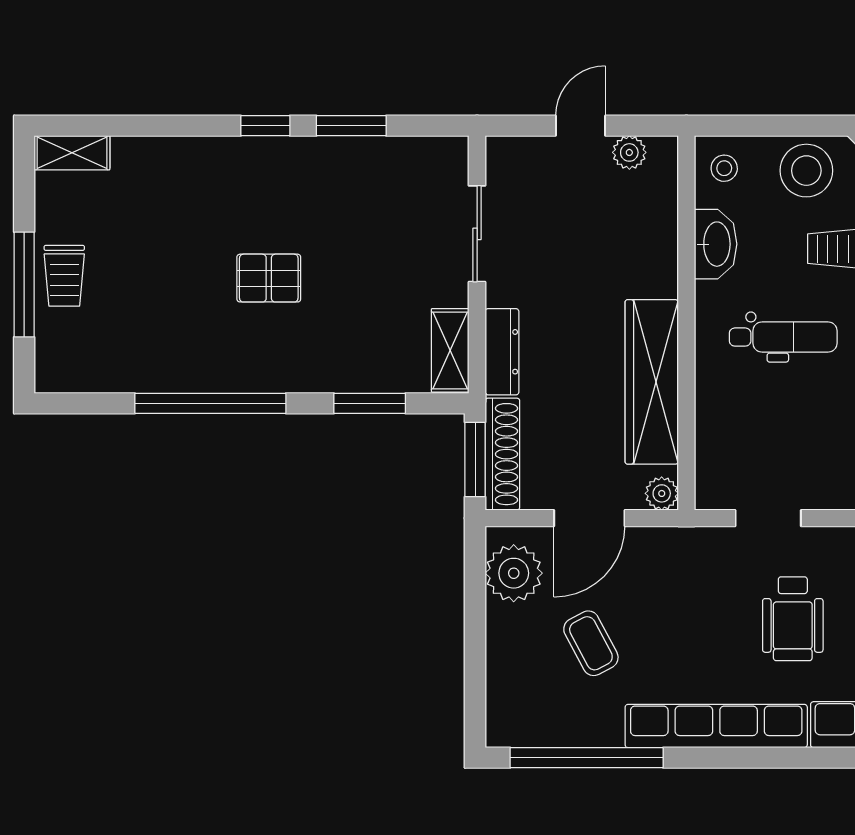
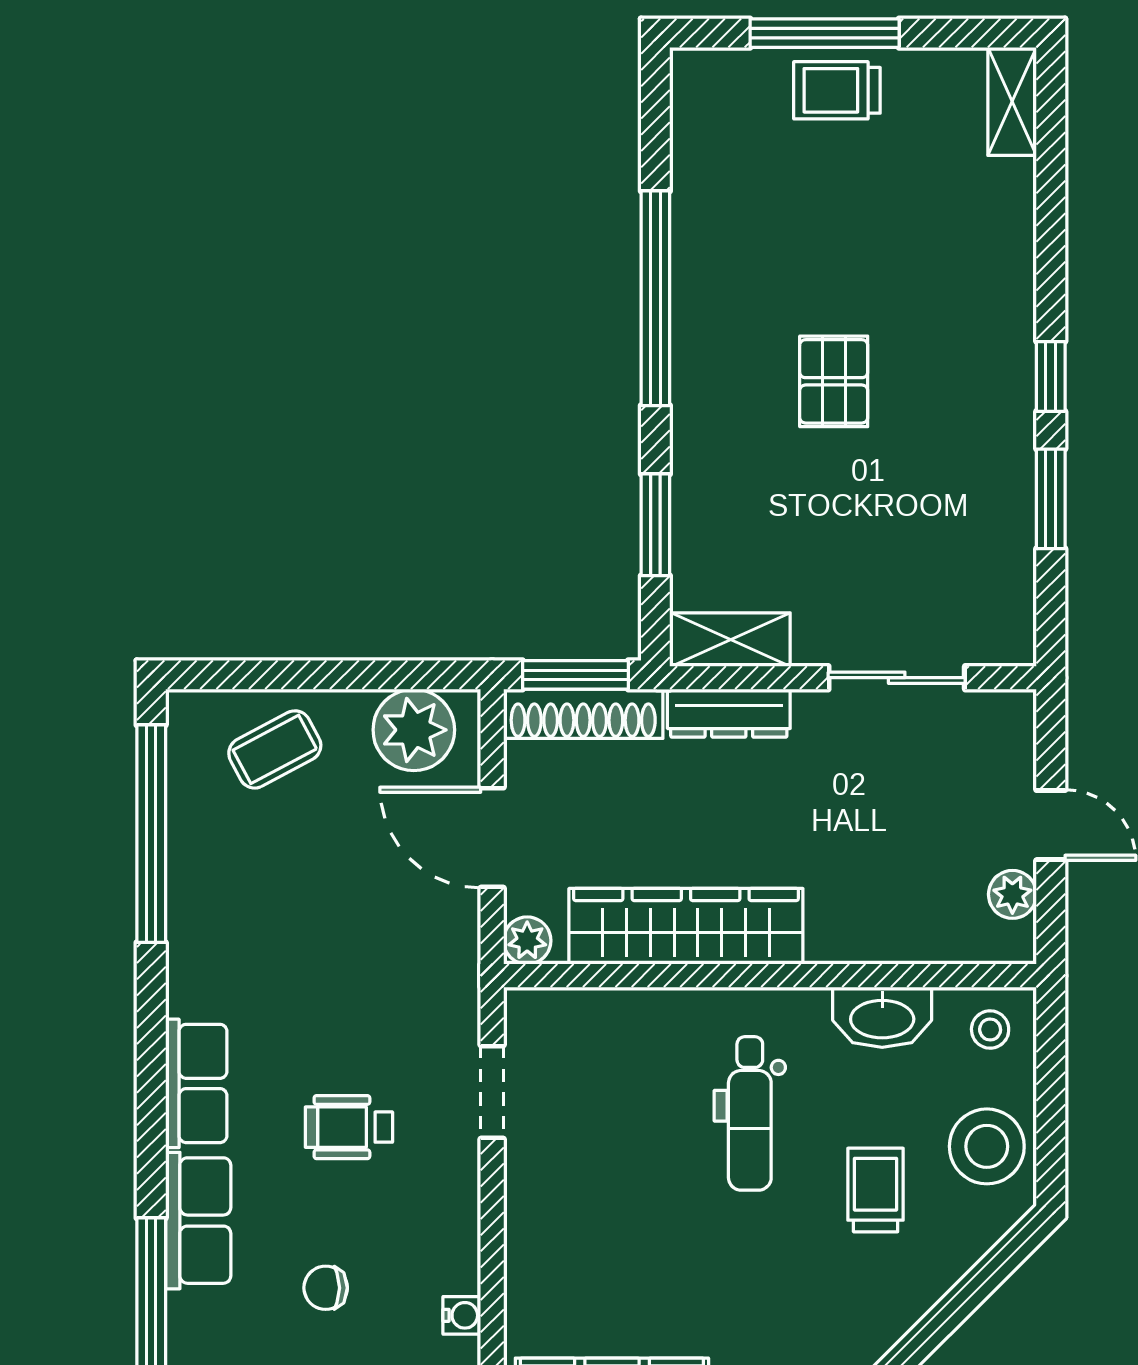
wheelchair: (793, 619) -> (349, 1127), width x0.73, depth x0.73
coffee table: (591, 643) -> (275, 749), moved
row of seats: (716, 726) -> (196, 1083), width x0.50

